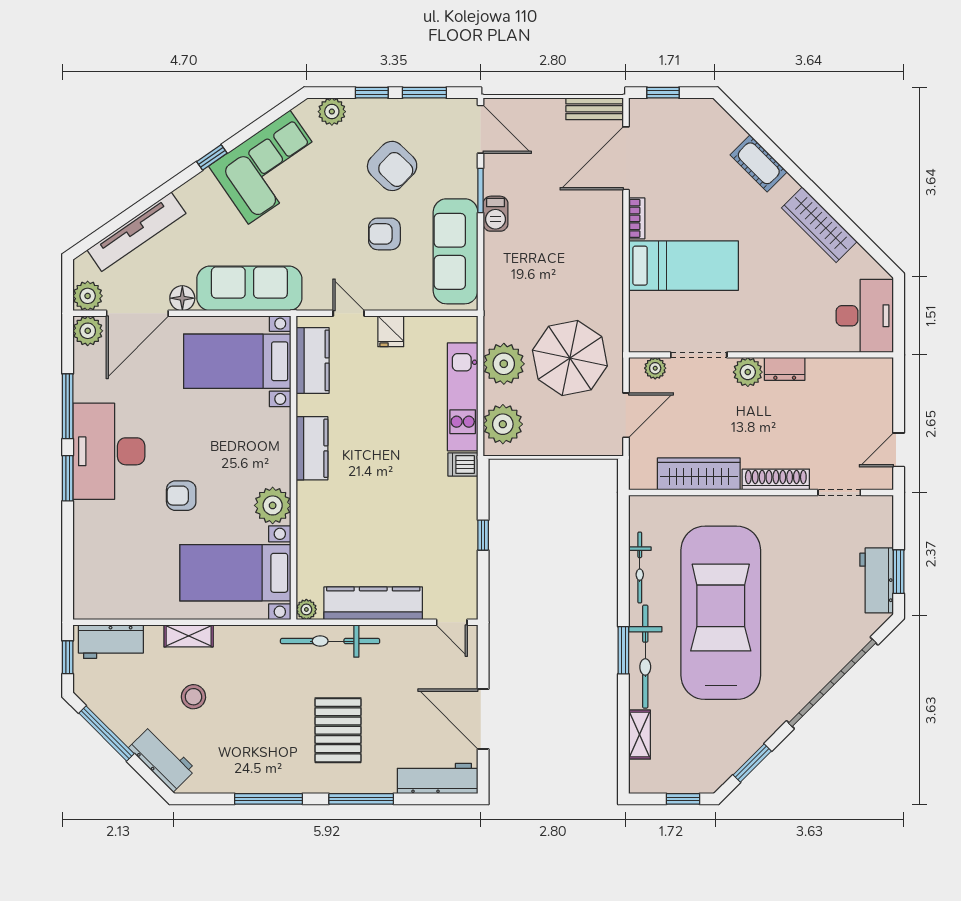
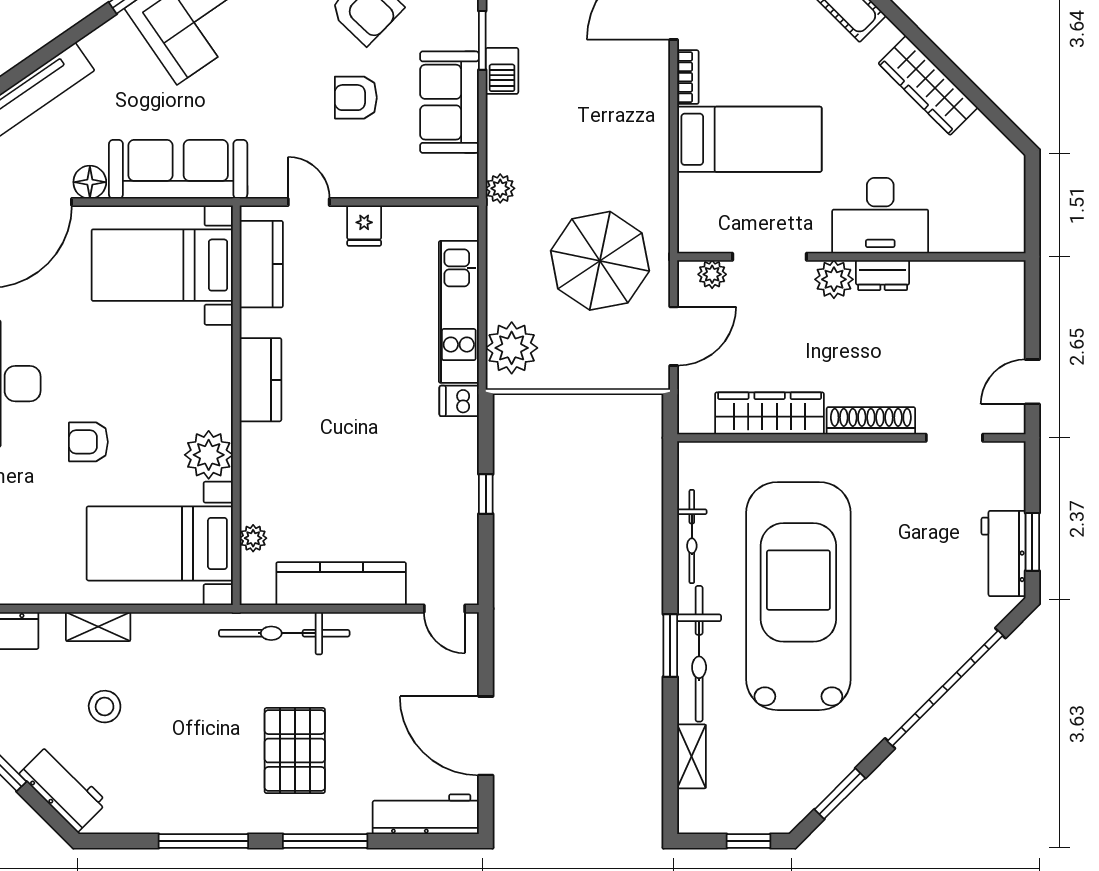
sofa: (456, 251) -> (449, 102), width x0.73
desk: (865, 316) -> (880, 216), moved, turned 90
plant: (504, 364) -> (500, 188), moved, width x0.53, depth x0.53
plant: (306, 609) -> (253, 538), moved

